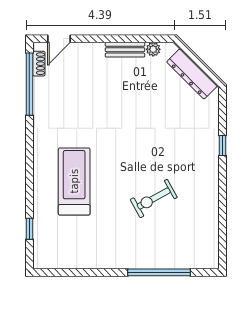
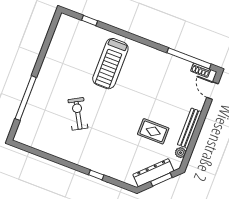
bench: (125, 50) -> (190, 128), width x1.36
window: (197, 60) -> (161, 179), added
rug: (139, 94) -> (153, 131), added
treadmill: (74, 181) -> (110, 64), turned 90

